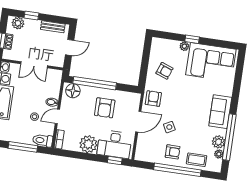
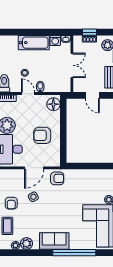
double door: (34, 65) -> (72, 65), swing flipped
armchair: (164, 71) -> (84, 185), removed
window: (95, 83) -> (63, 123), removed
door: (138, 122) -> (34, 168), hinge flipped
window: (229, 137) -> (74, 253), moved

